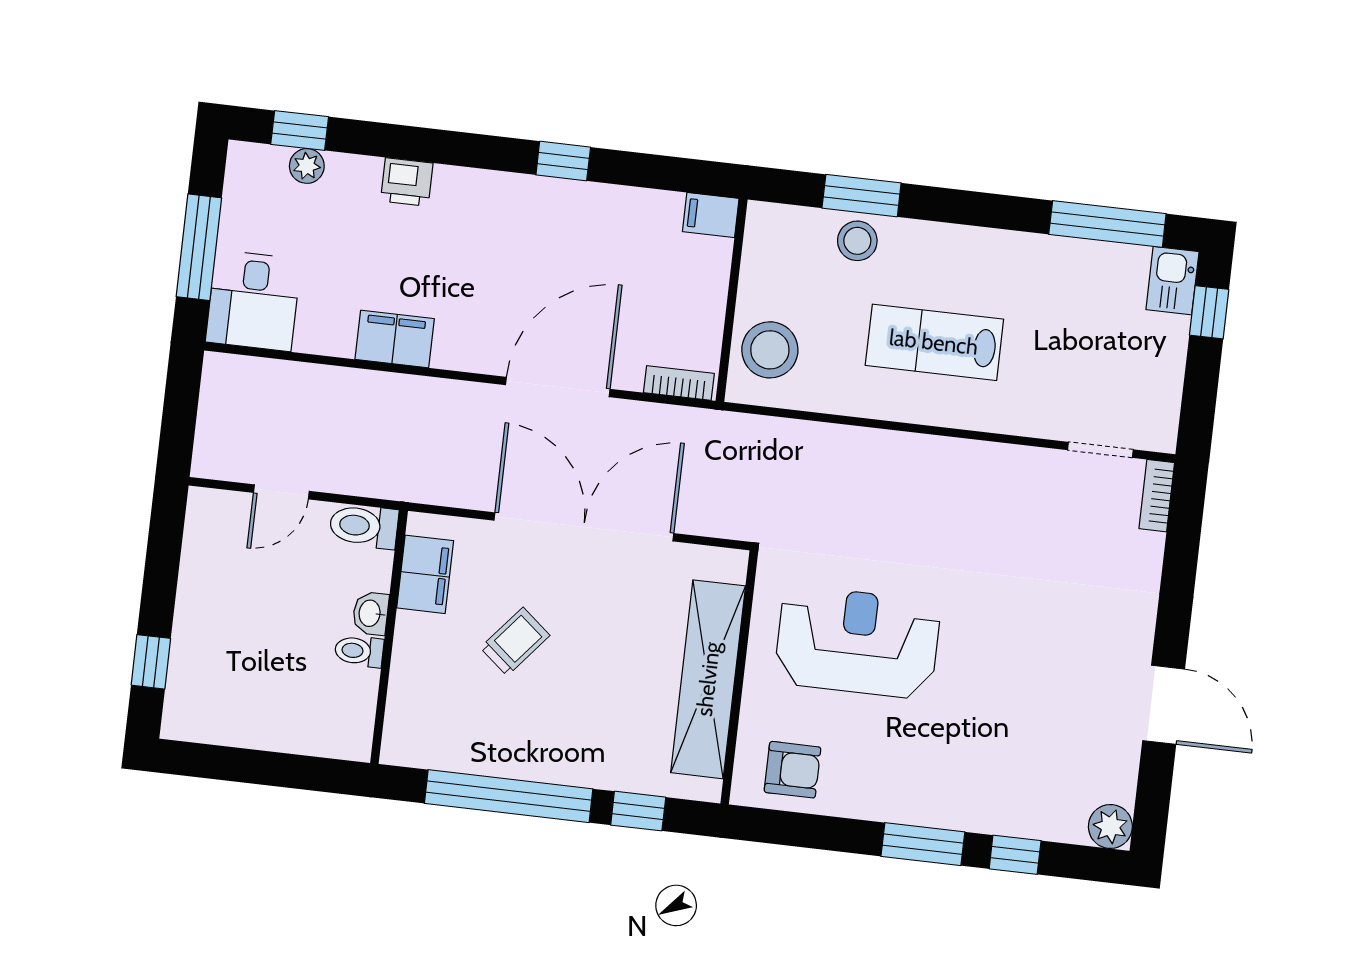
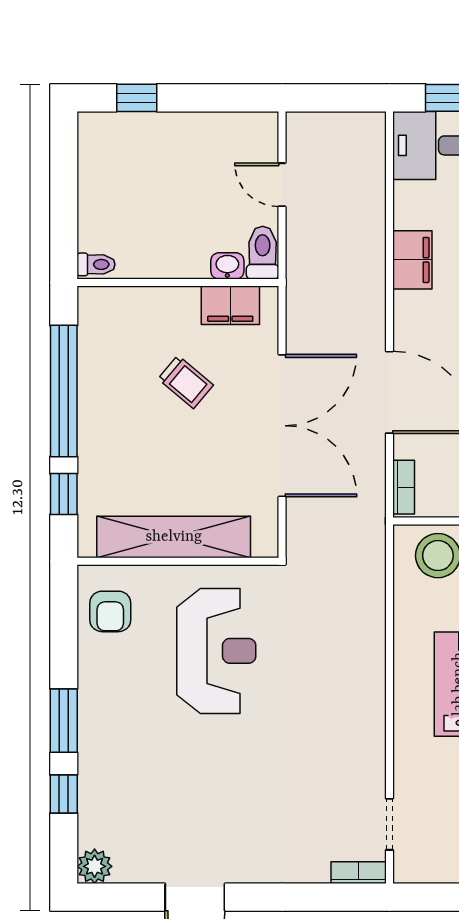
washbasin: (371, 613) -> (227, 266), moved
toilet: (359, 651) -> (96, 264), moved, turned 90

